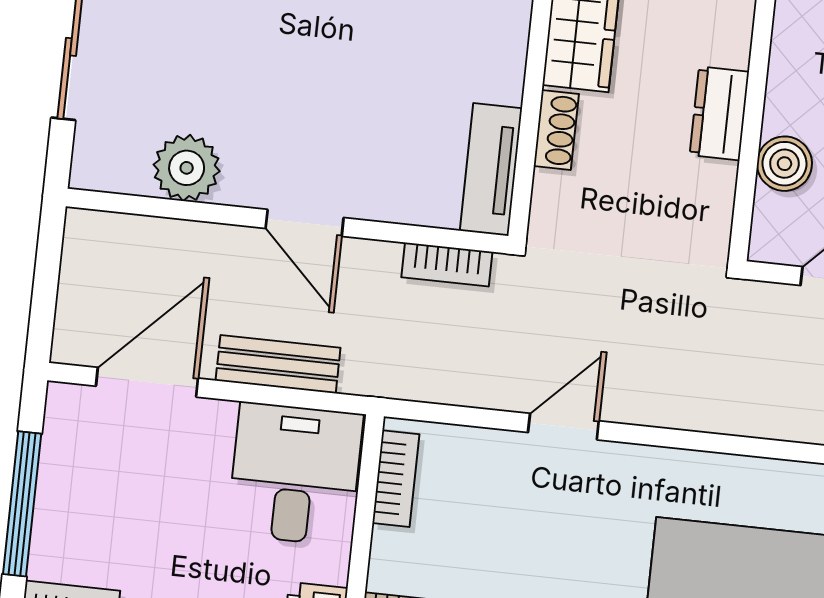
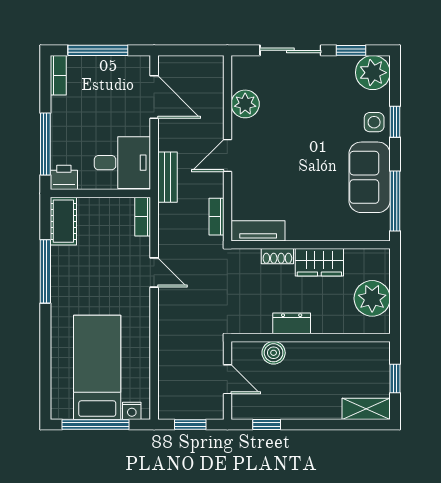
bench: (278, 364) -> (167, 177), moved
bookcase: (396, 479) -> (143, 217), moved, turned 90

